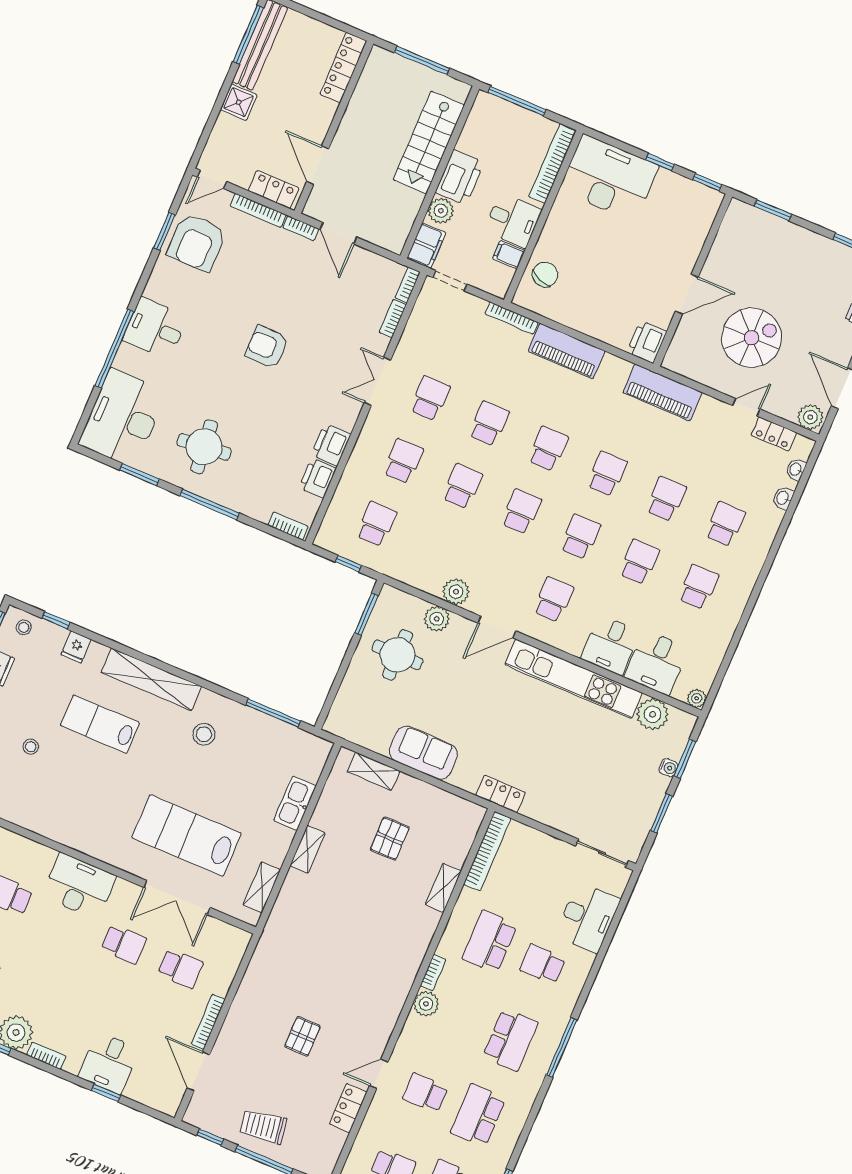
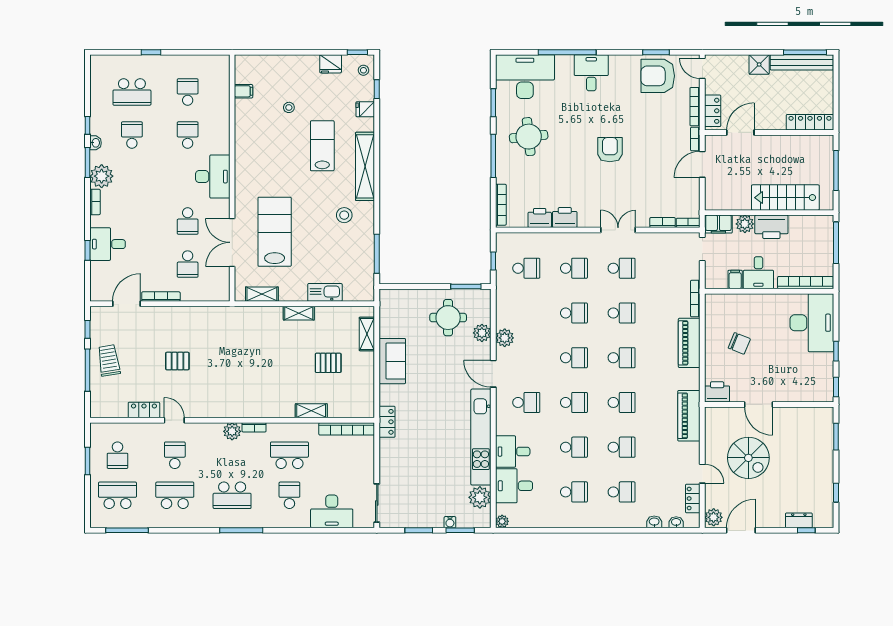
chair: (545, 274) -> (739, 343), moved
bookcase: (288, 526) -> (501, 205), width x1.56

